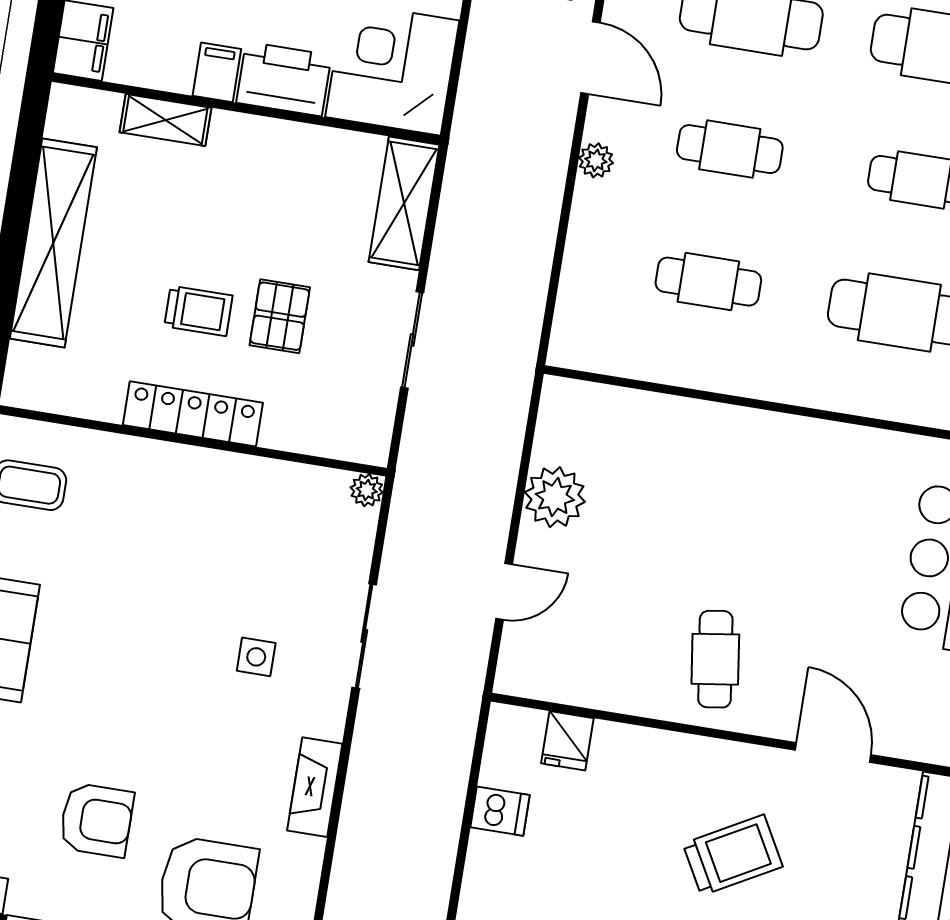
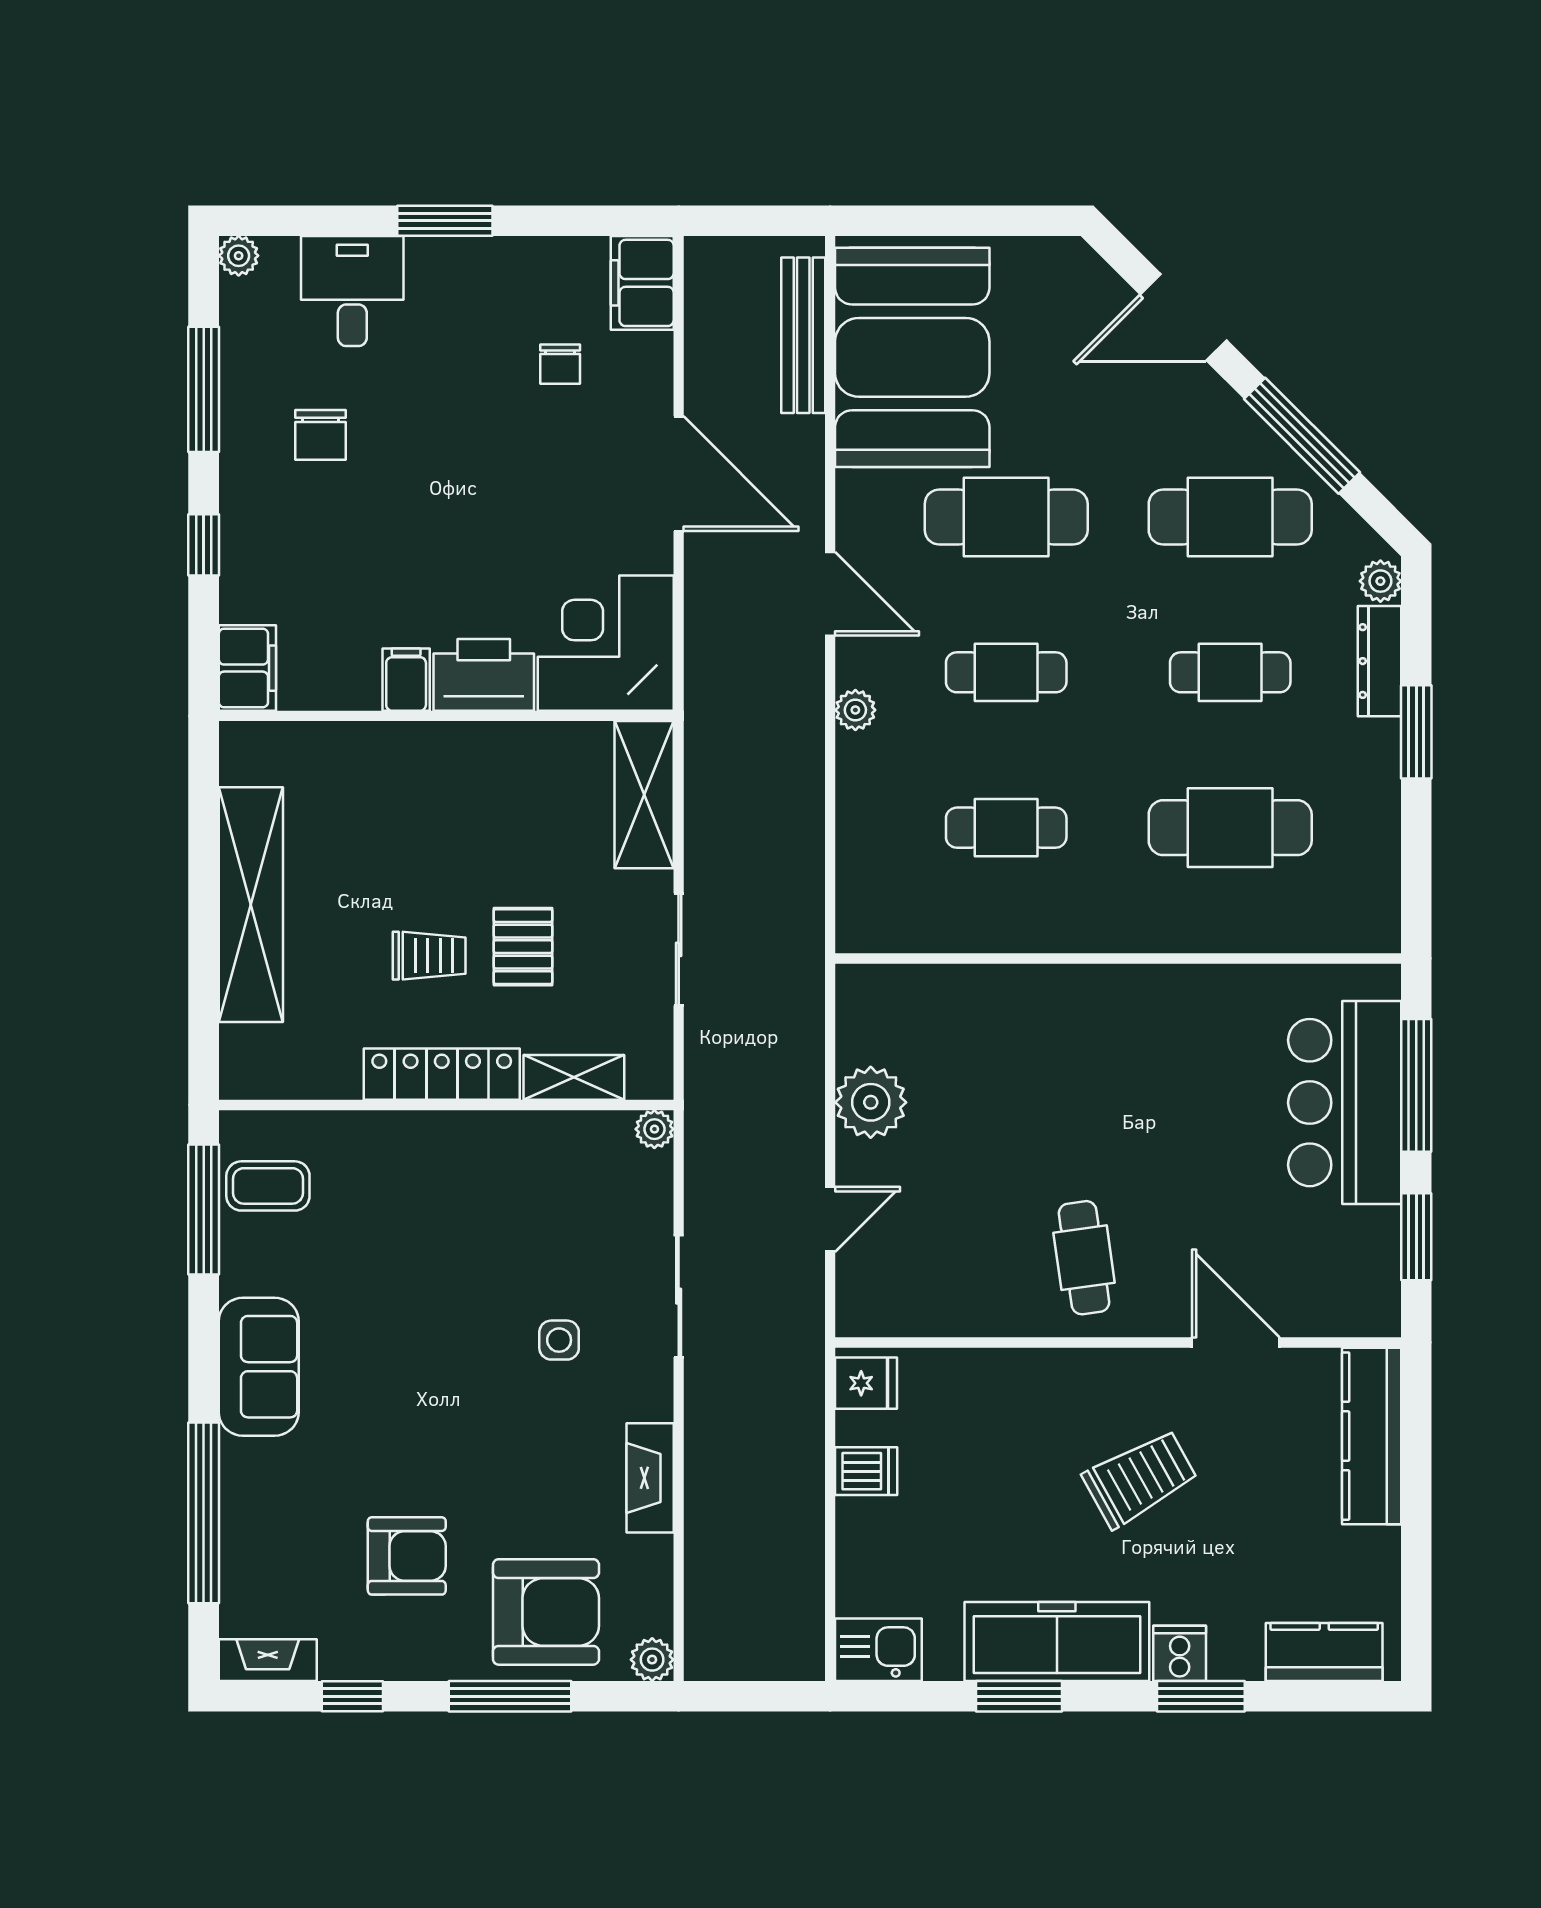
shelving: (165, 120) -> (574, 1077), moved
fridge: (567, 741) -> (866, 1383), moved, turned -90

